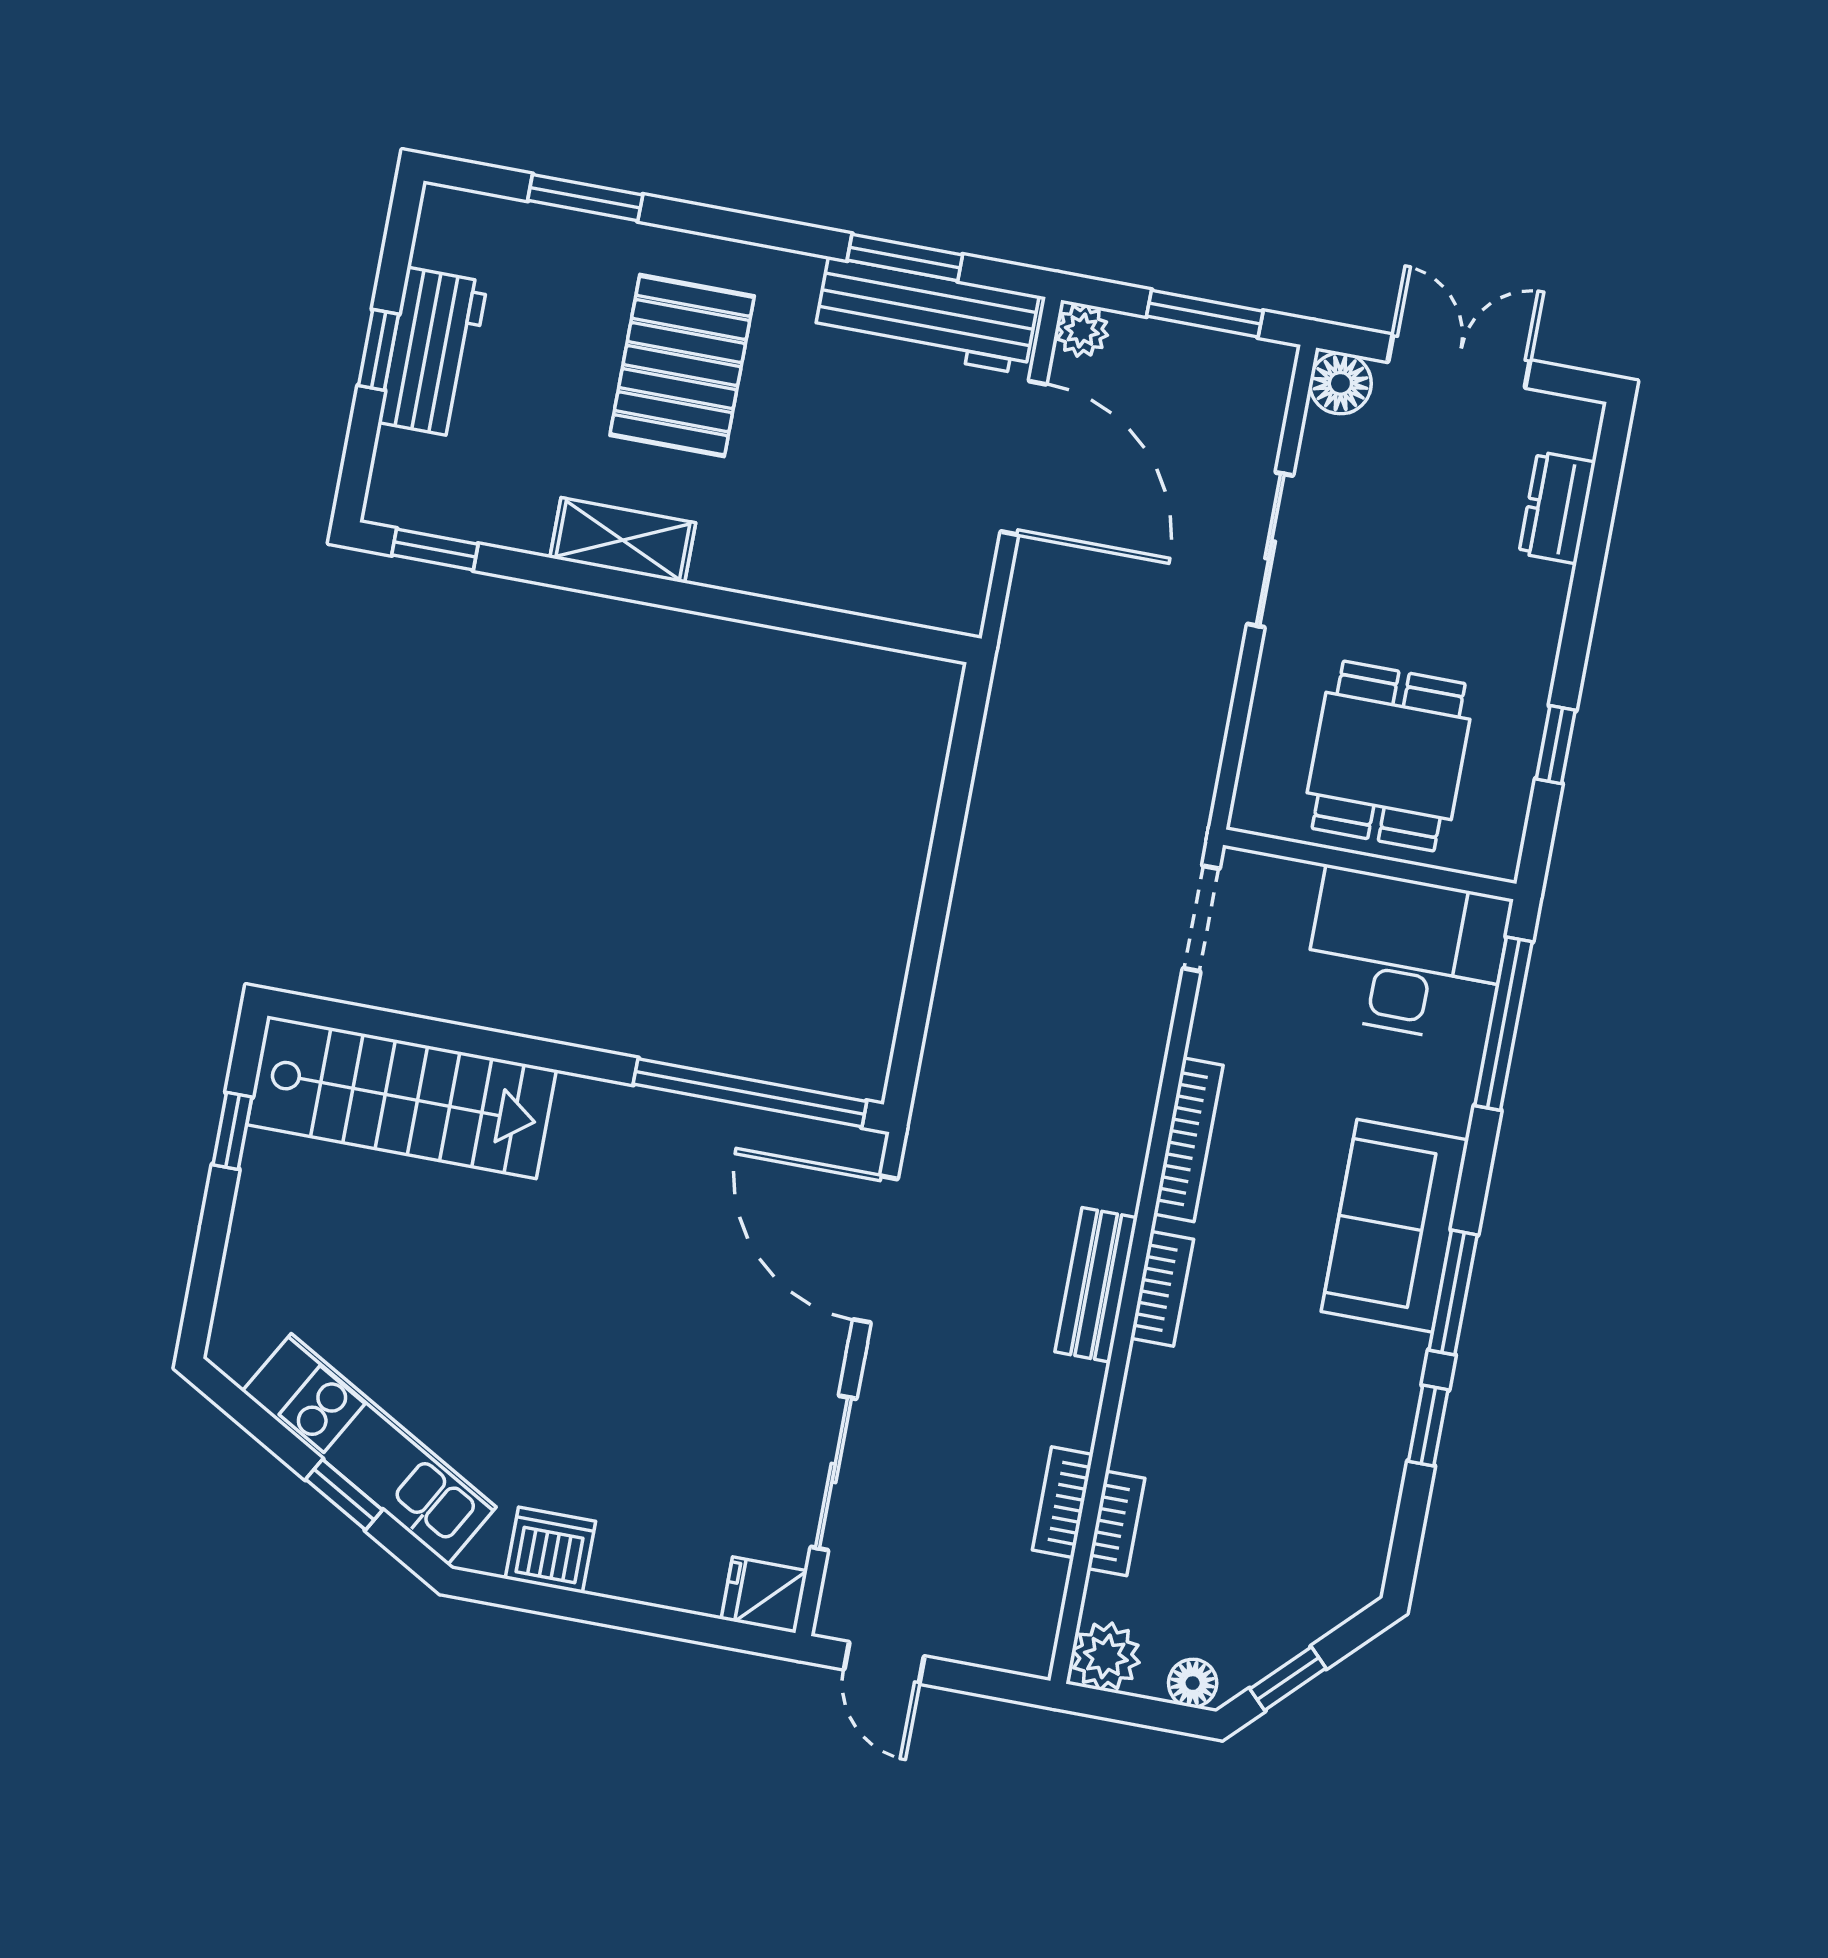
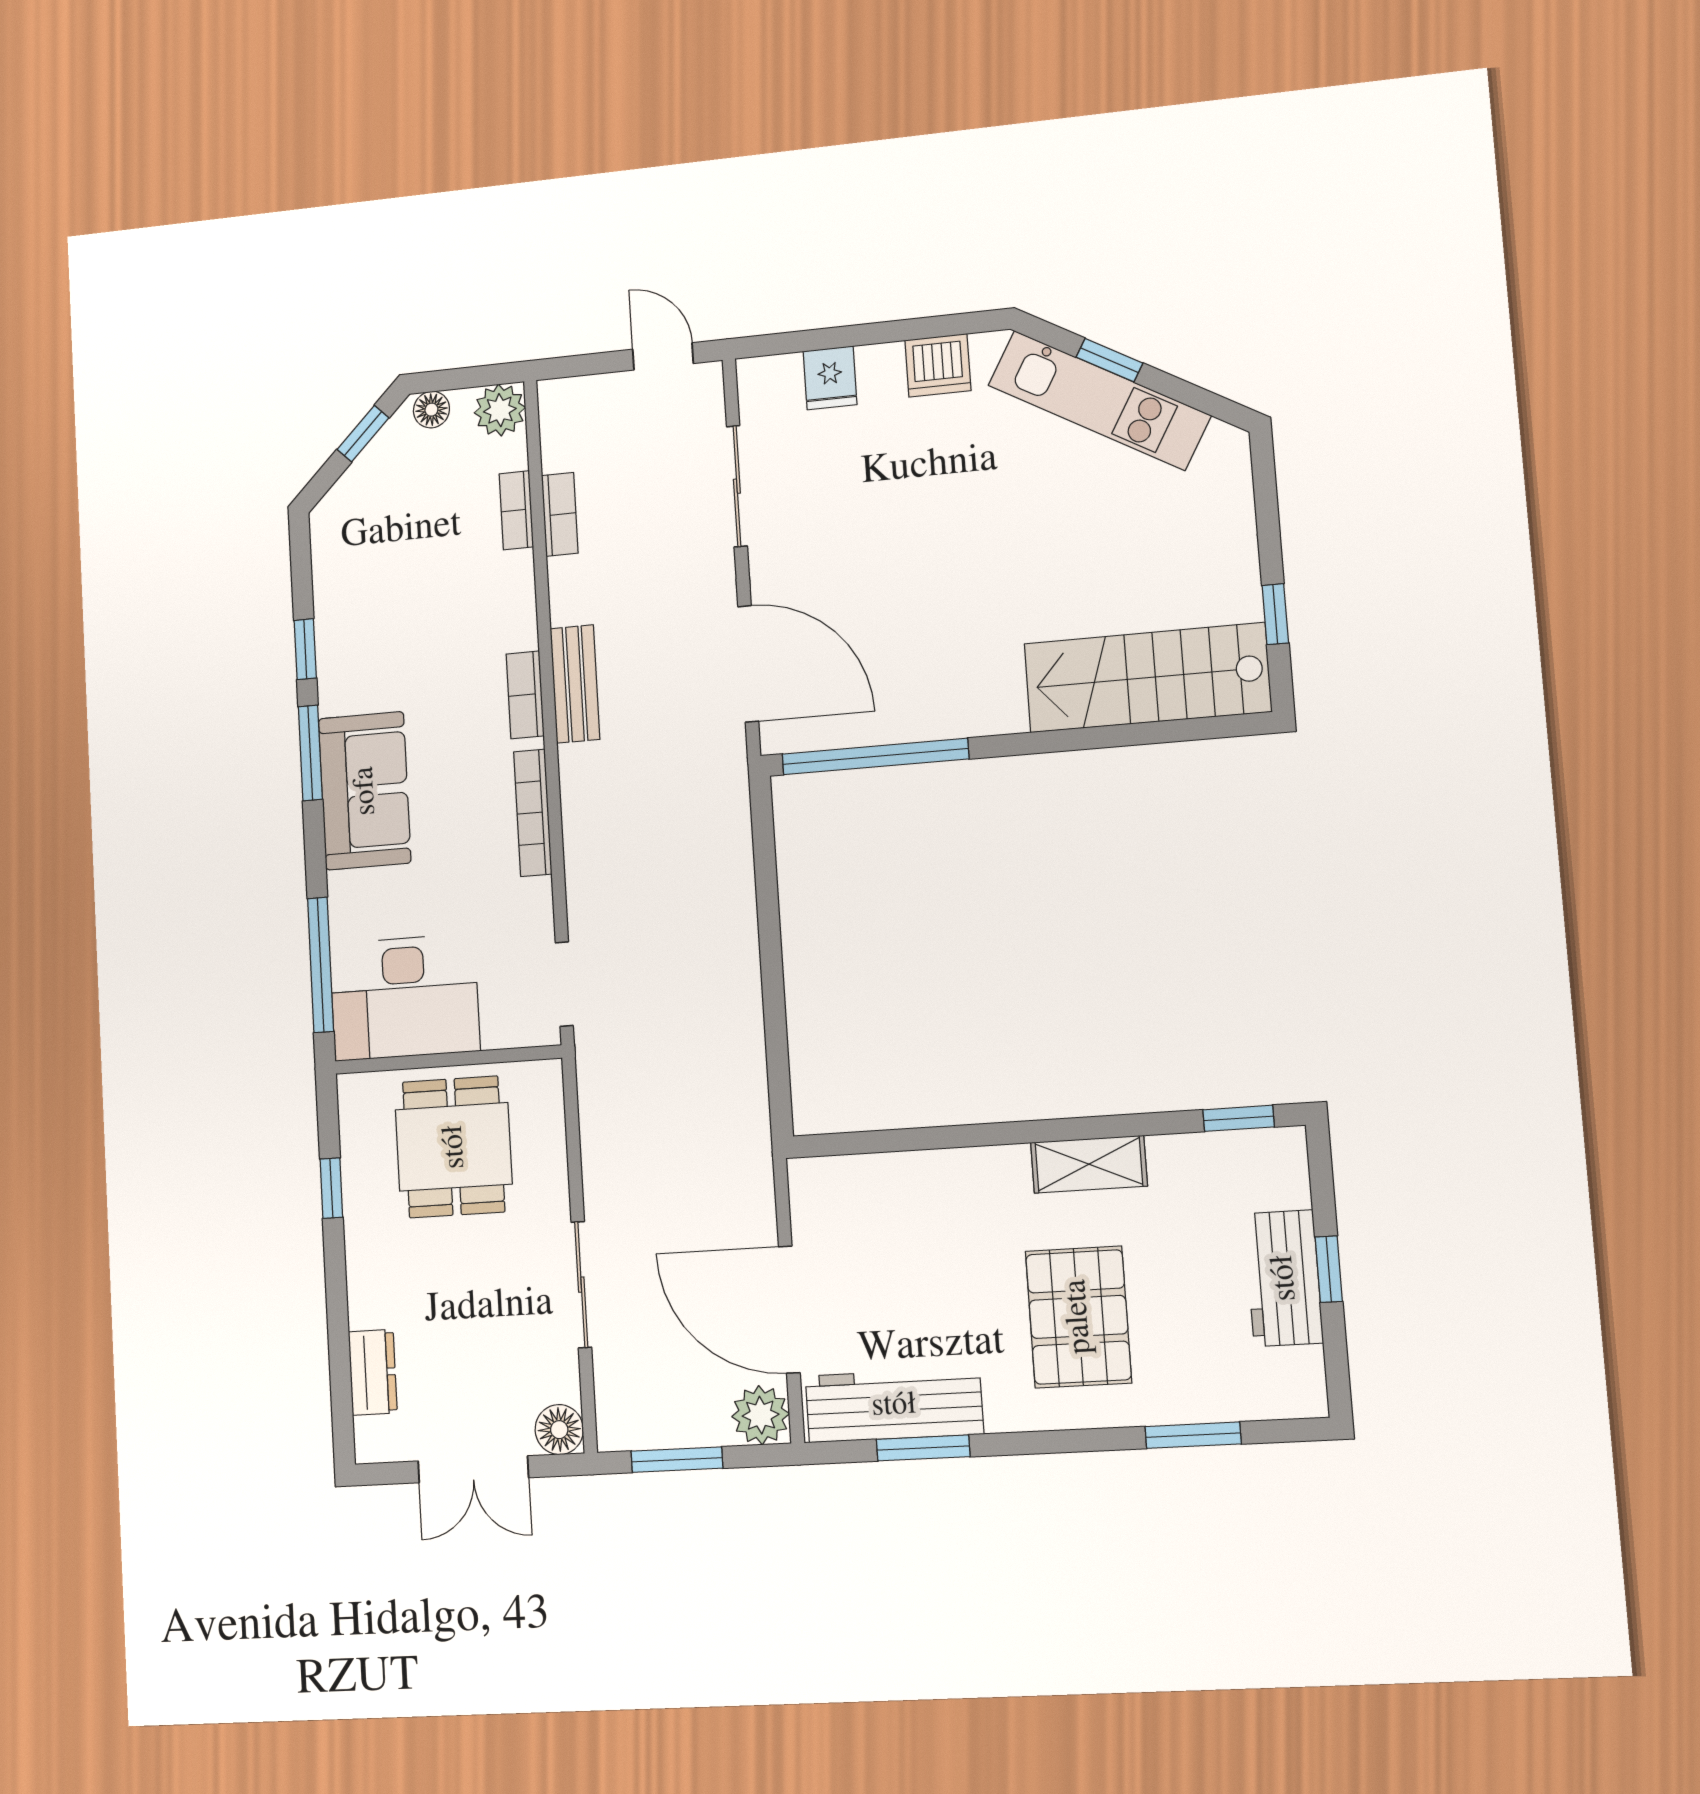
plant: (1082, 330) -> (761, 1415), width x1.38, depth x1.38
fridge: (764, 1595) -> (830, 378), moved, turned 90

